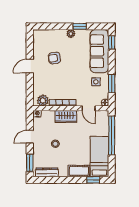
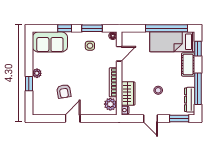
window: (80, 26) -> (29, 84), moved
window: (112, 42) -> (65, 28), moved
sofa: (99, 51) -> (50, 42), width x0.73
door: (30, 66) -> (73, 118), swing flipped
wardrobe: (66, 116) -> (128, 94), moved
window: (112, 135) -> (167, 28), moved
window: (57, 180) -> (198, 89), added

